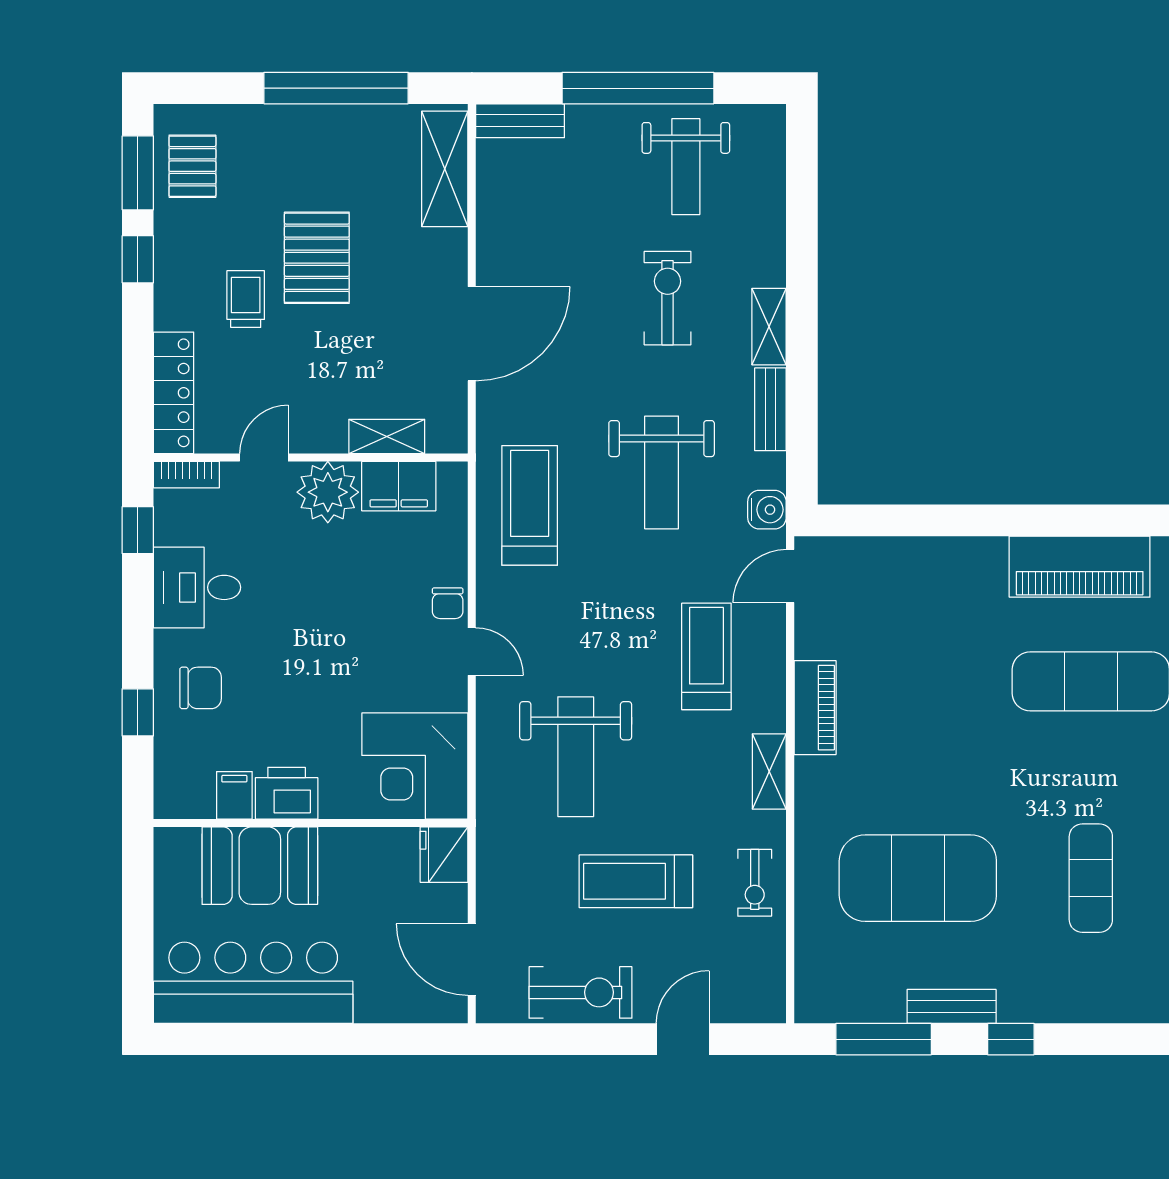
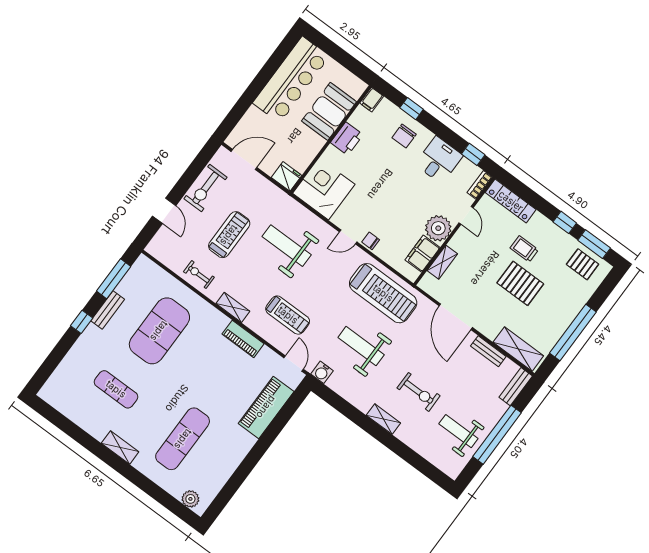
trolley: (246, 299) -> (524, 249), turned 180
bench: (770, 409) -> (488, 351), moved
treadmill: (530, 505) -> (383, 293), width x1.37, depth x1.38
piano: (1080, 567) -> (266, 407), moved
filing cabinet: (234, 795) -> (372, 100), moved, turned 90

